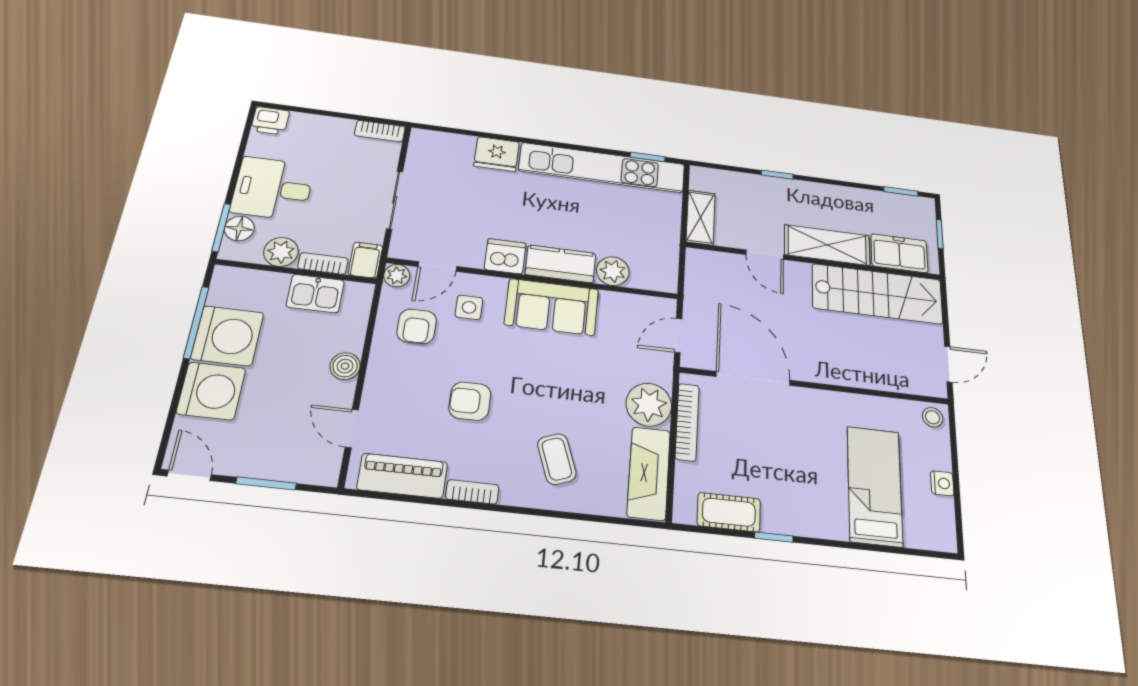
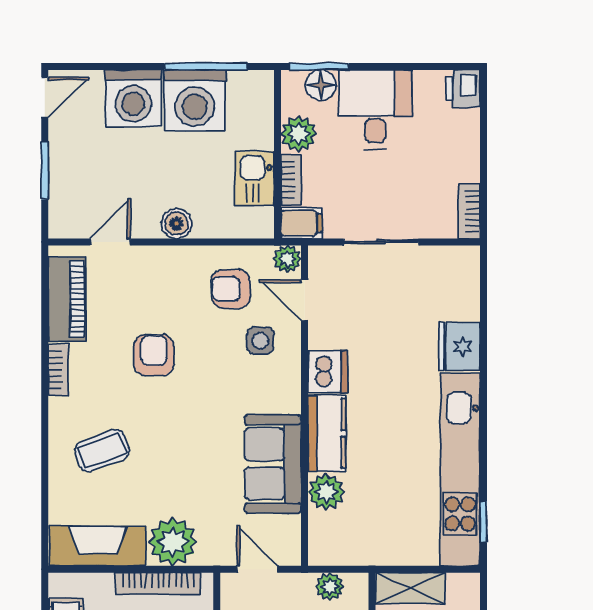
plant: (696, 279) -> (330, 587), added
sofa: (552, 307) -> (273, 464), moved

